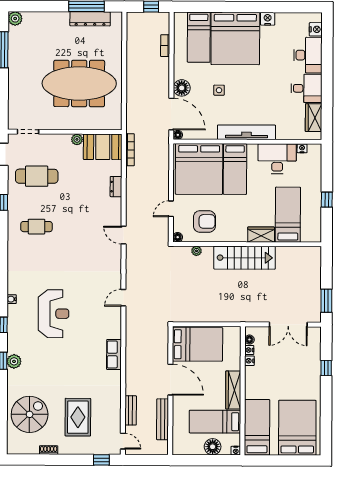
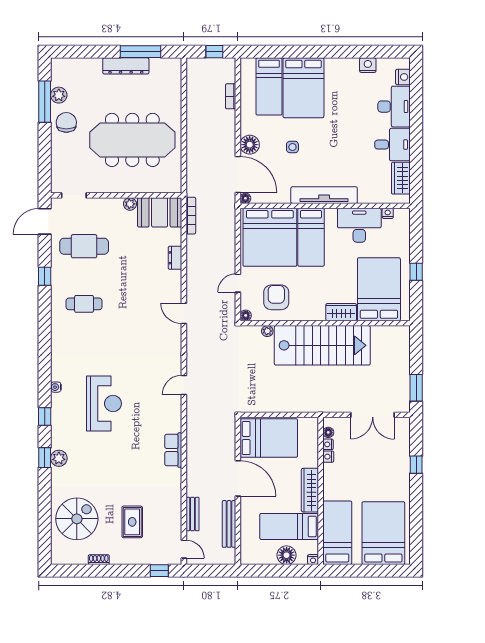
plant: (15, 19) -> (59, 95), moved
dresser: (90, 19) -> (126, 66), moved
nightstand: (268, 19) -> (368, 65), moved
bed: (235, 38) -> (303, 88), width x0.73
chair: (22, 68) -> (66, 122), added
bed: (288, 215) -> (379, 289), width x1.50
armchair: (204, 221) -> (276, 297), turned -90
stairs: (244, 258) -> (322, 345), width x1.36, depth x1.51
rug: (78, 417) -> (132, 522), width x0.73, depth x0.70

